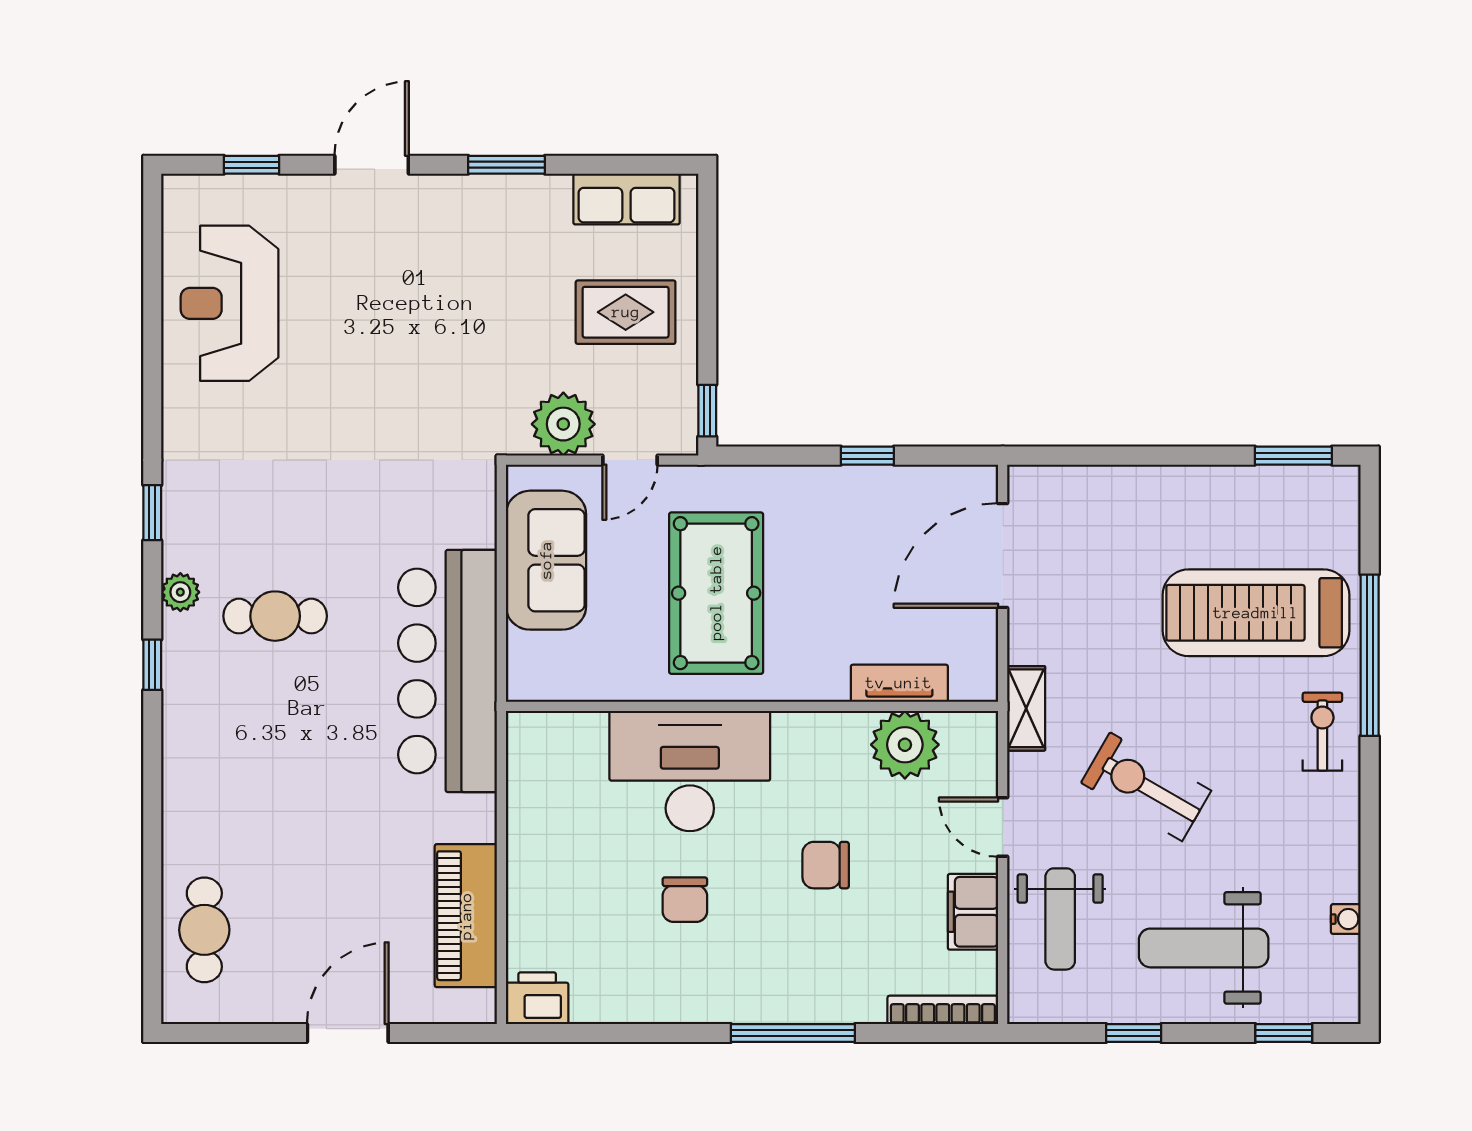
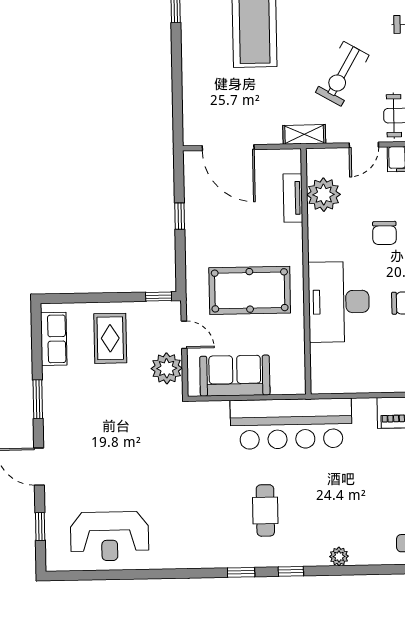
window: (152, 513) -> (241, 572), moved
plant: (180, 592) -> (339, 556), moved

